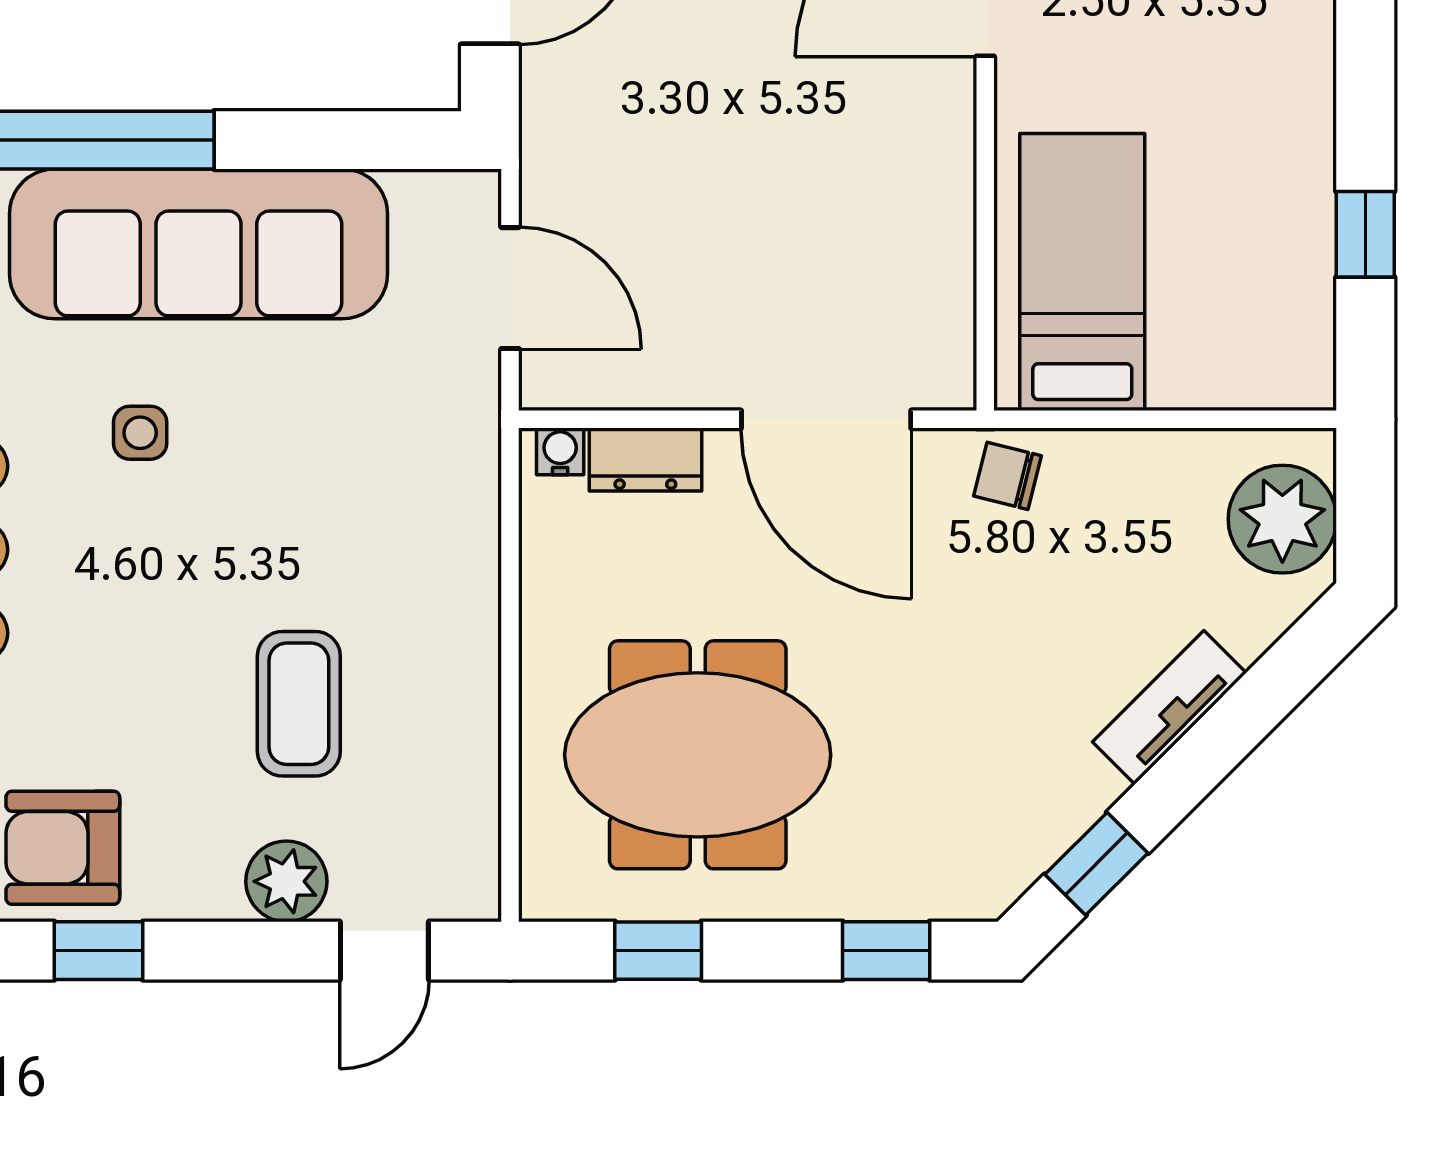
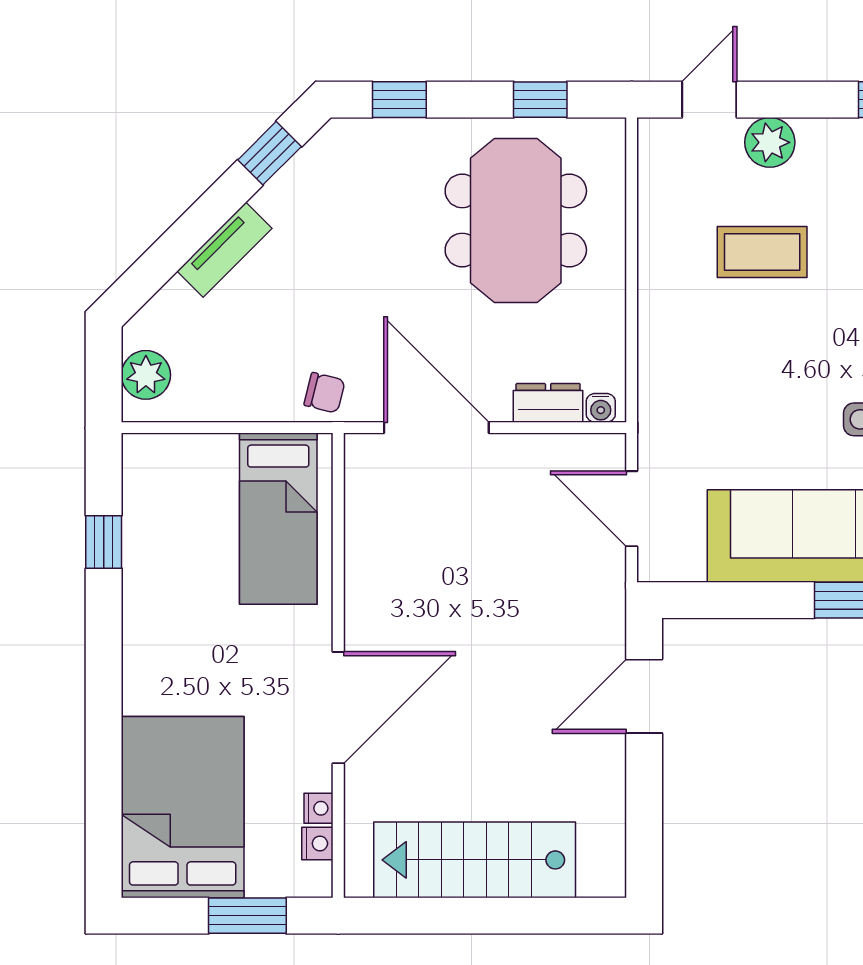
plant: (1282, 519) -> (146, 375), width x0.73, depth x0.73
coffee table: (299, 704) -> (762, 252), turned 90
meeting table: (698, 755) -> (516, 220), turned 90

